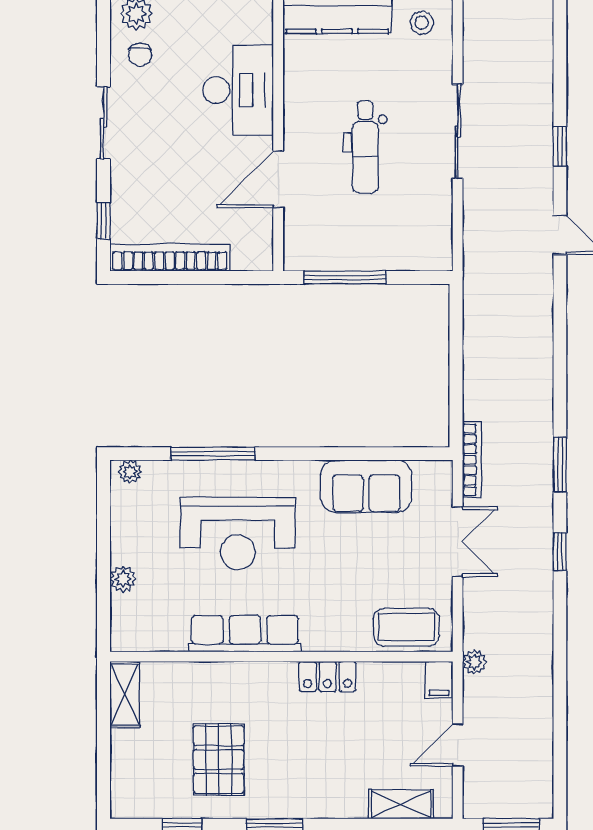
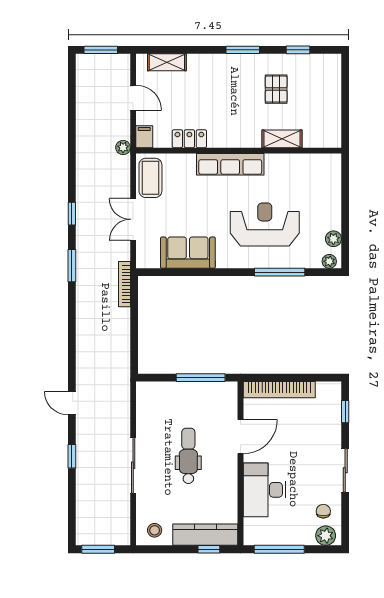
bookcase: (170, 258) -> (279, 390), moved
bookcase: (472, 460) -> (124, 284), moved
plant: (123, 579) -> (333, 239), moved
coffee table: (406, 627) -> (150, 178), moved, turned 90
row of seats: (245, 634) -> (230, 164), moved
locker: (328, 677) -> (189, 139), moved
shelving: (125, 694) -> (282, 139), moved, turned 90
door: (458, 745) -> (133, 98), hinge flipped
pallet: (219, 759) -> (276, 89), width x0.67, depth x0.71

